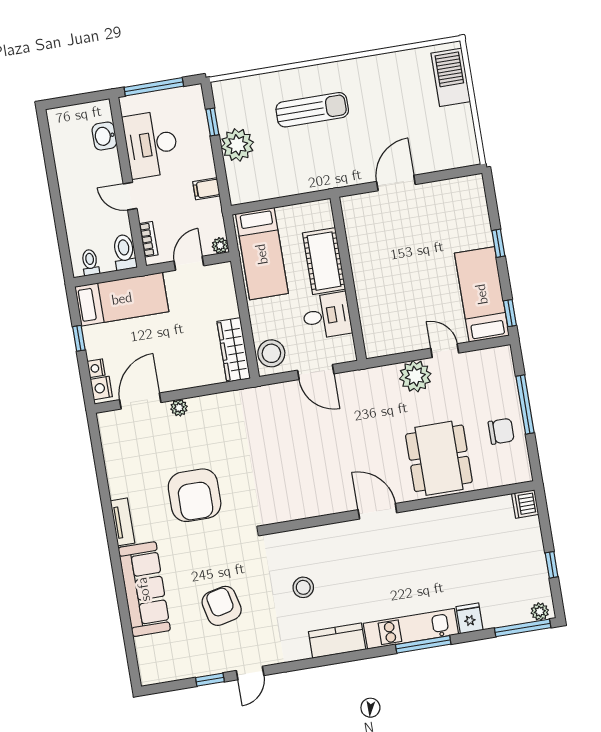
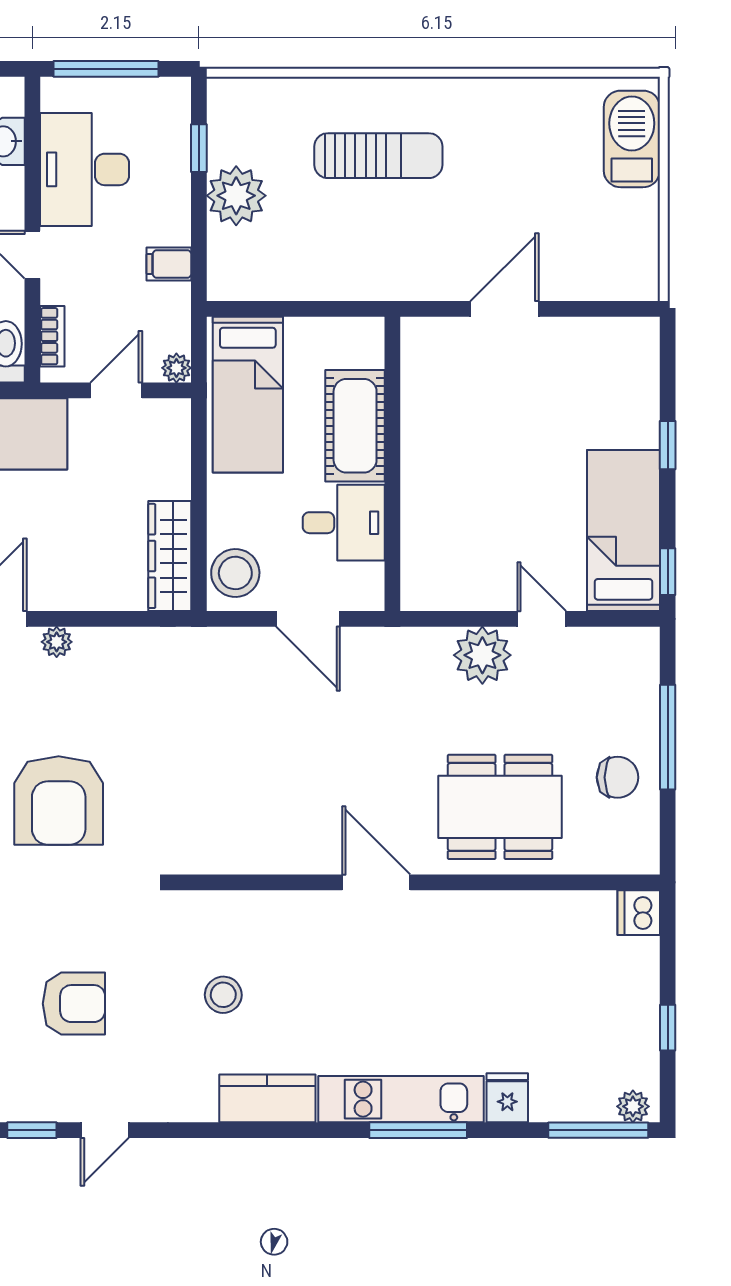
dining table: (439, 458) -> (500, 807), turned 90
armchair: (222, 606) -> (74, 1004), turned 103

